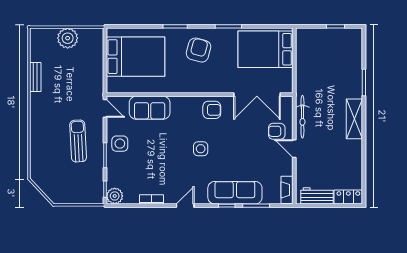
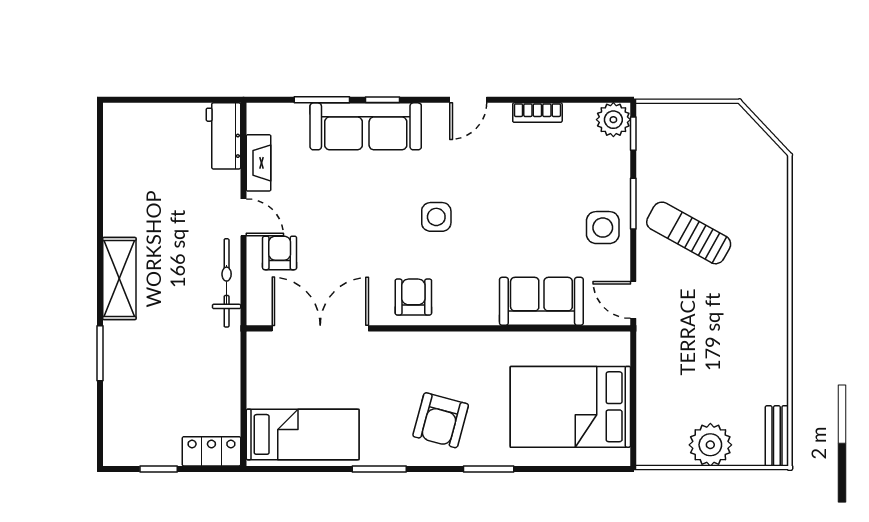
bed: (265, 49) -> (303, 434), width x0.67
bench: (35, 77) -> (777, 436), moved
armchair: (212, 110) -> (413, 297), turned 90
armchair: (277, 131) -> (280, 253), turned -90
sun lounger: (78, 141) -> (689, 233), turned 122
fireplace: (287, 190) -> (259, 163), moved
workbench: (317, 196) -> (223, 136), moved, turned 90
locker: (348, 197) -> (211, 451), moved, turned 180

